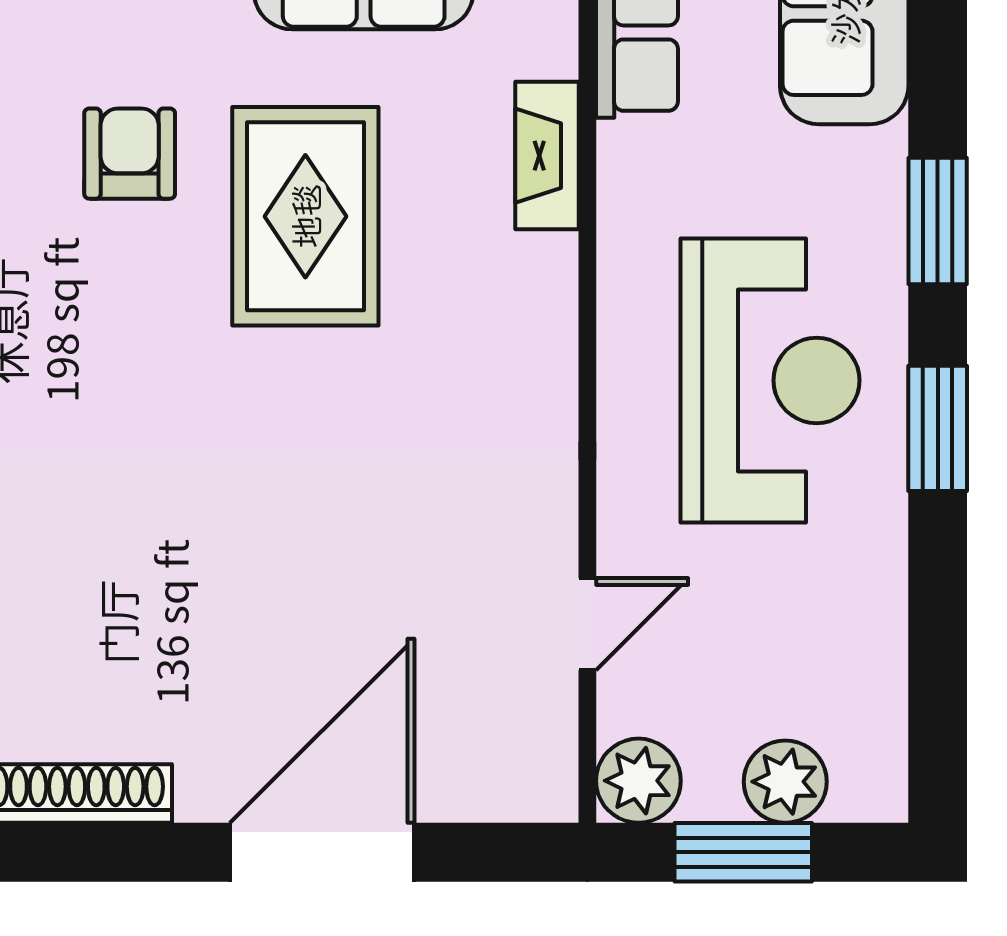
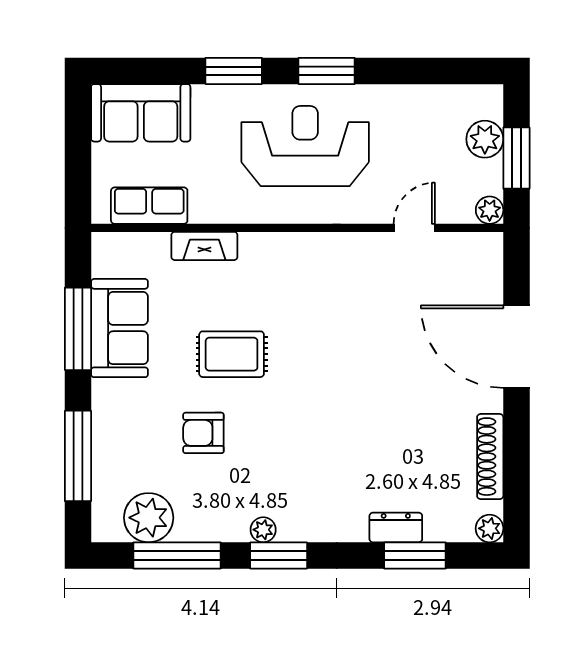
rug: (305, 216) -> (232, 354), width x0.73, depth x0.70
door: (587, 624) -> (414, 228), hinge flipped
plant: (638, 781) -> (490, 210), width x0.73, depth x0.73

